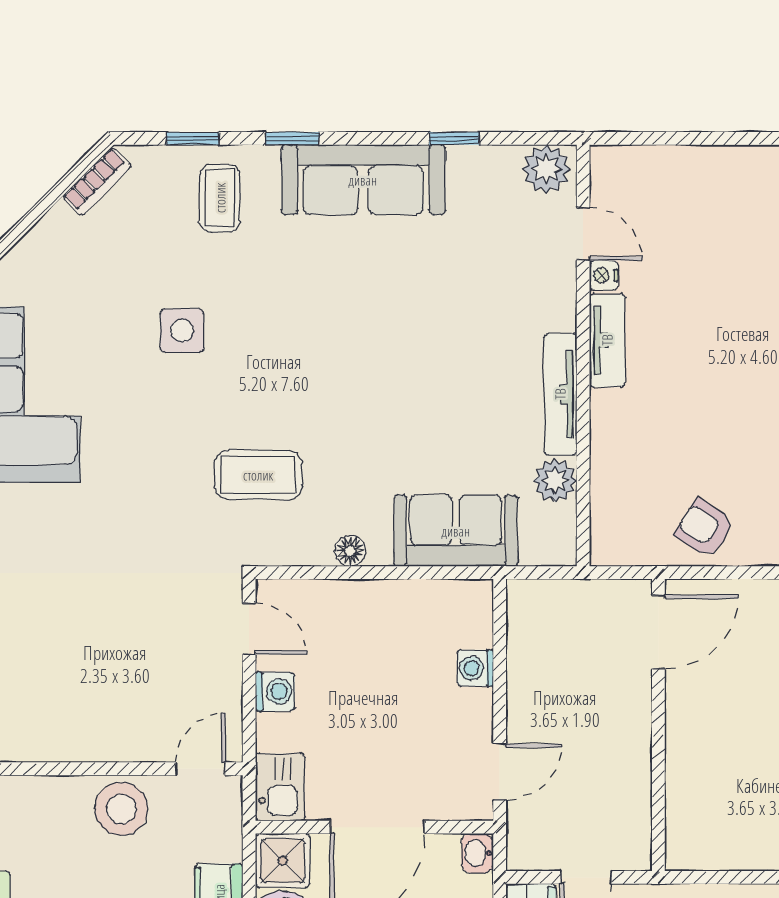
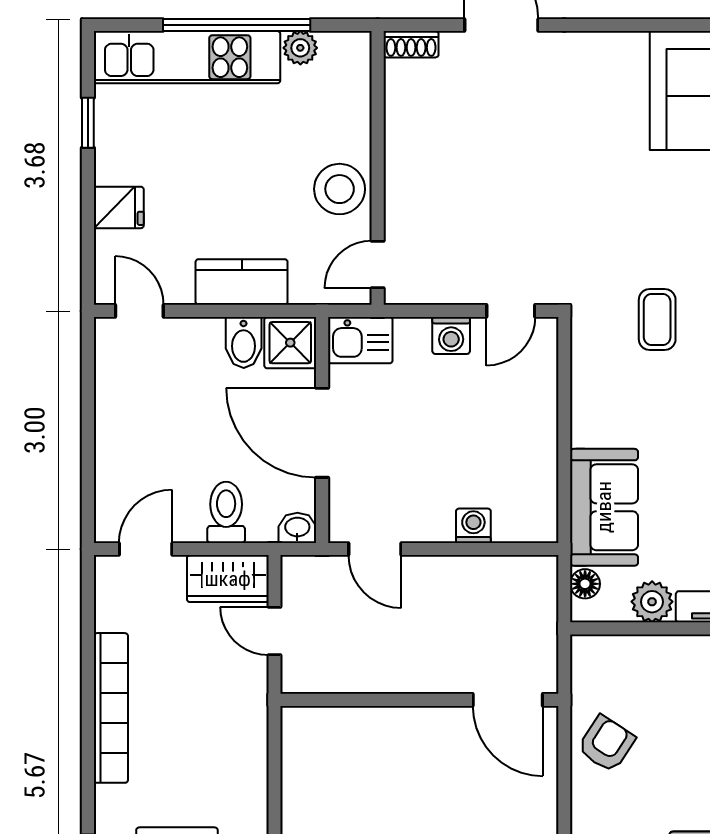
coffee table: (258, 475) -> (657, 319), width x0.73, depth x0.77
floor lamp: (350, 551) -> (585, 584), moved
door: (200, 769) -> (378, 264), swing flipped

